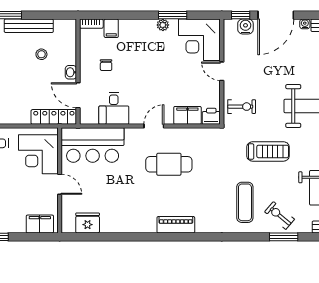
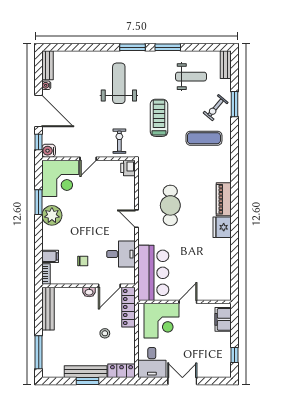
plant: (163, 25) -> (52, 215), width x1.88, depth x1.88
bench: (29, 26) -> (48, 309), moved
water cooler: (245, 26) -> (49, 151), moved
stool: (41, 54) -> (105, 333), moved
filing cabinet: (187, 115) -> (127, 189), removed
fridge: (88, 223) -> (222, 227), moved

